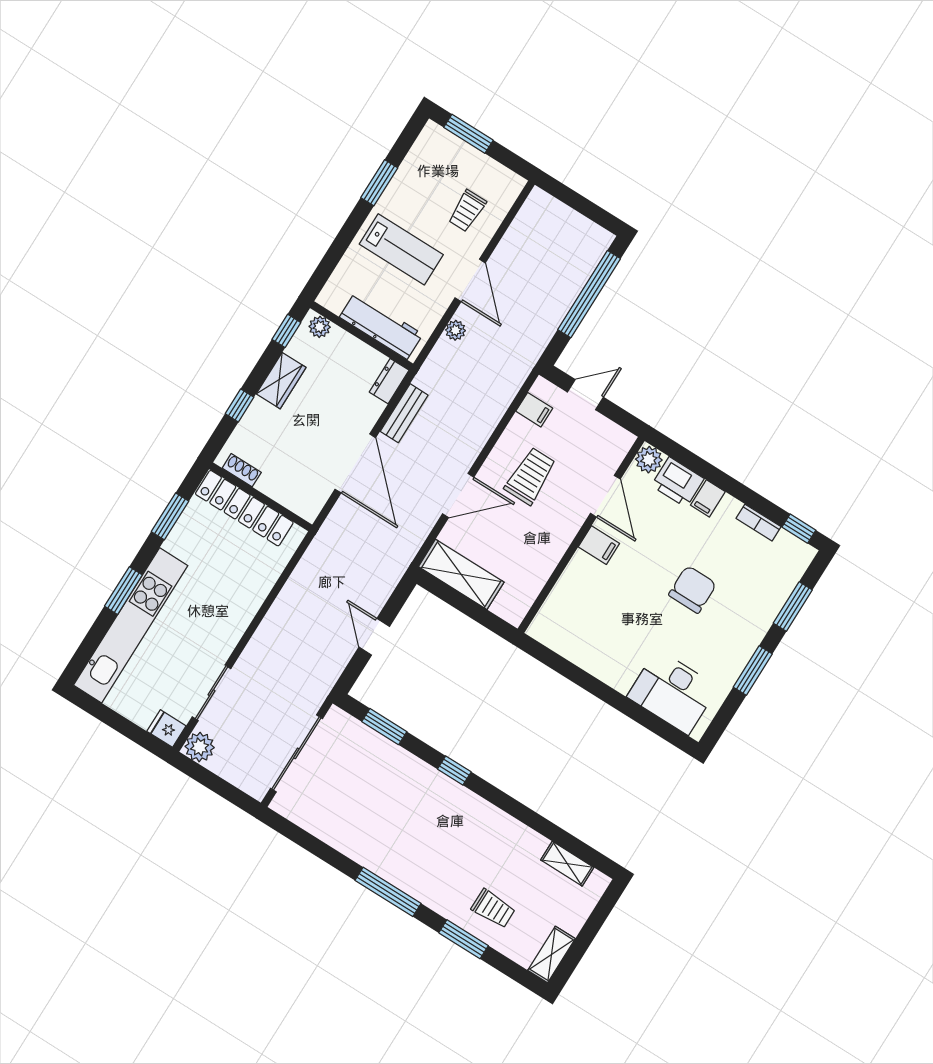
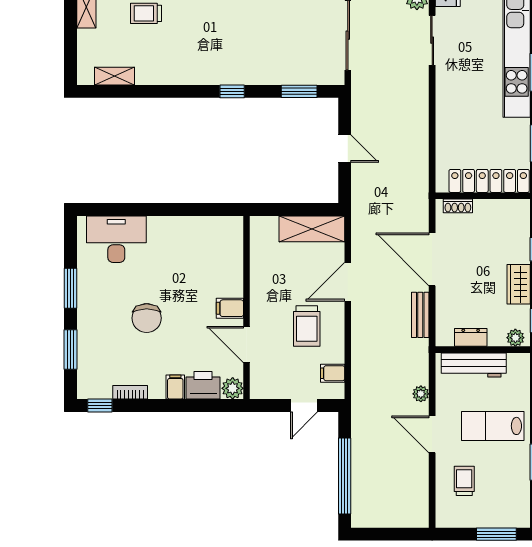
dresser: (389, 381) -> (471, 337), moved, turned -90
shoe rack: (242, 470) -> (458, 206), moved

